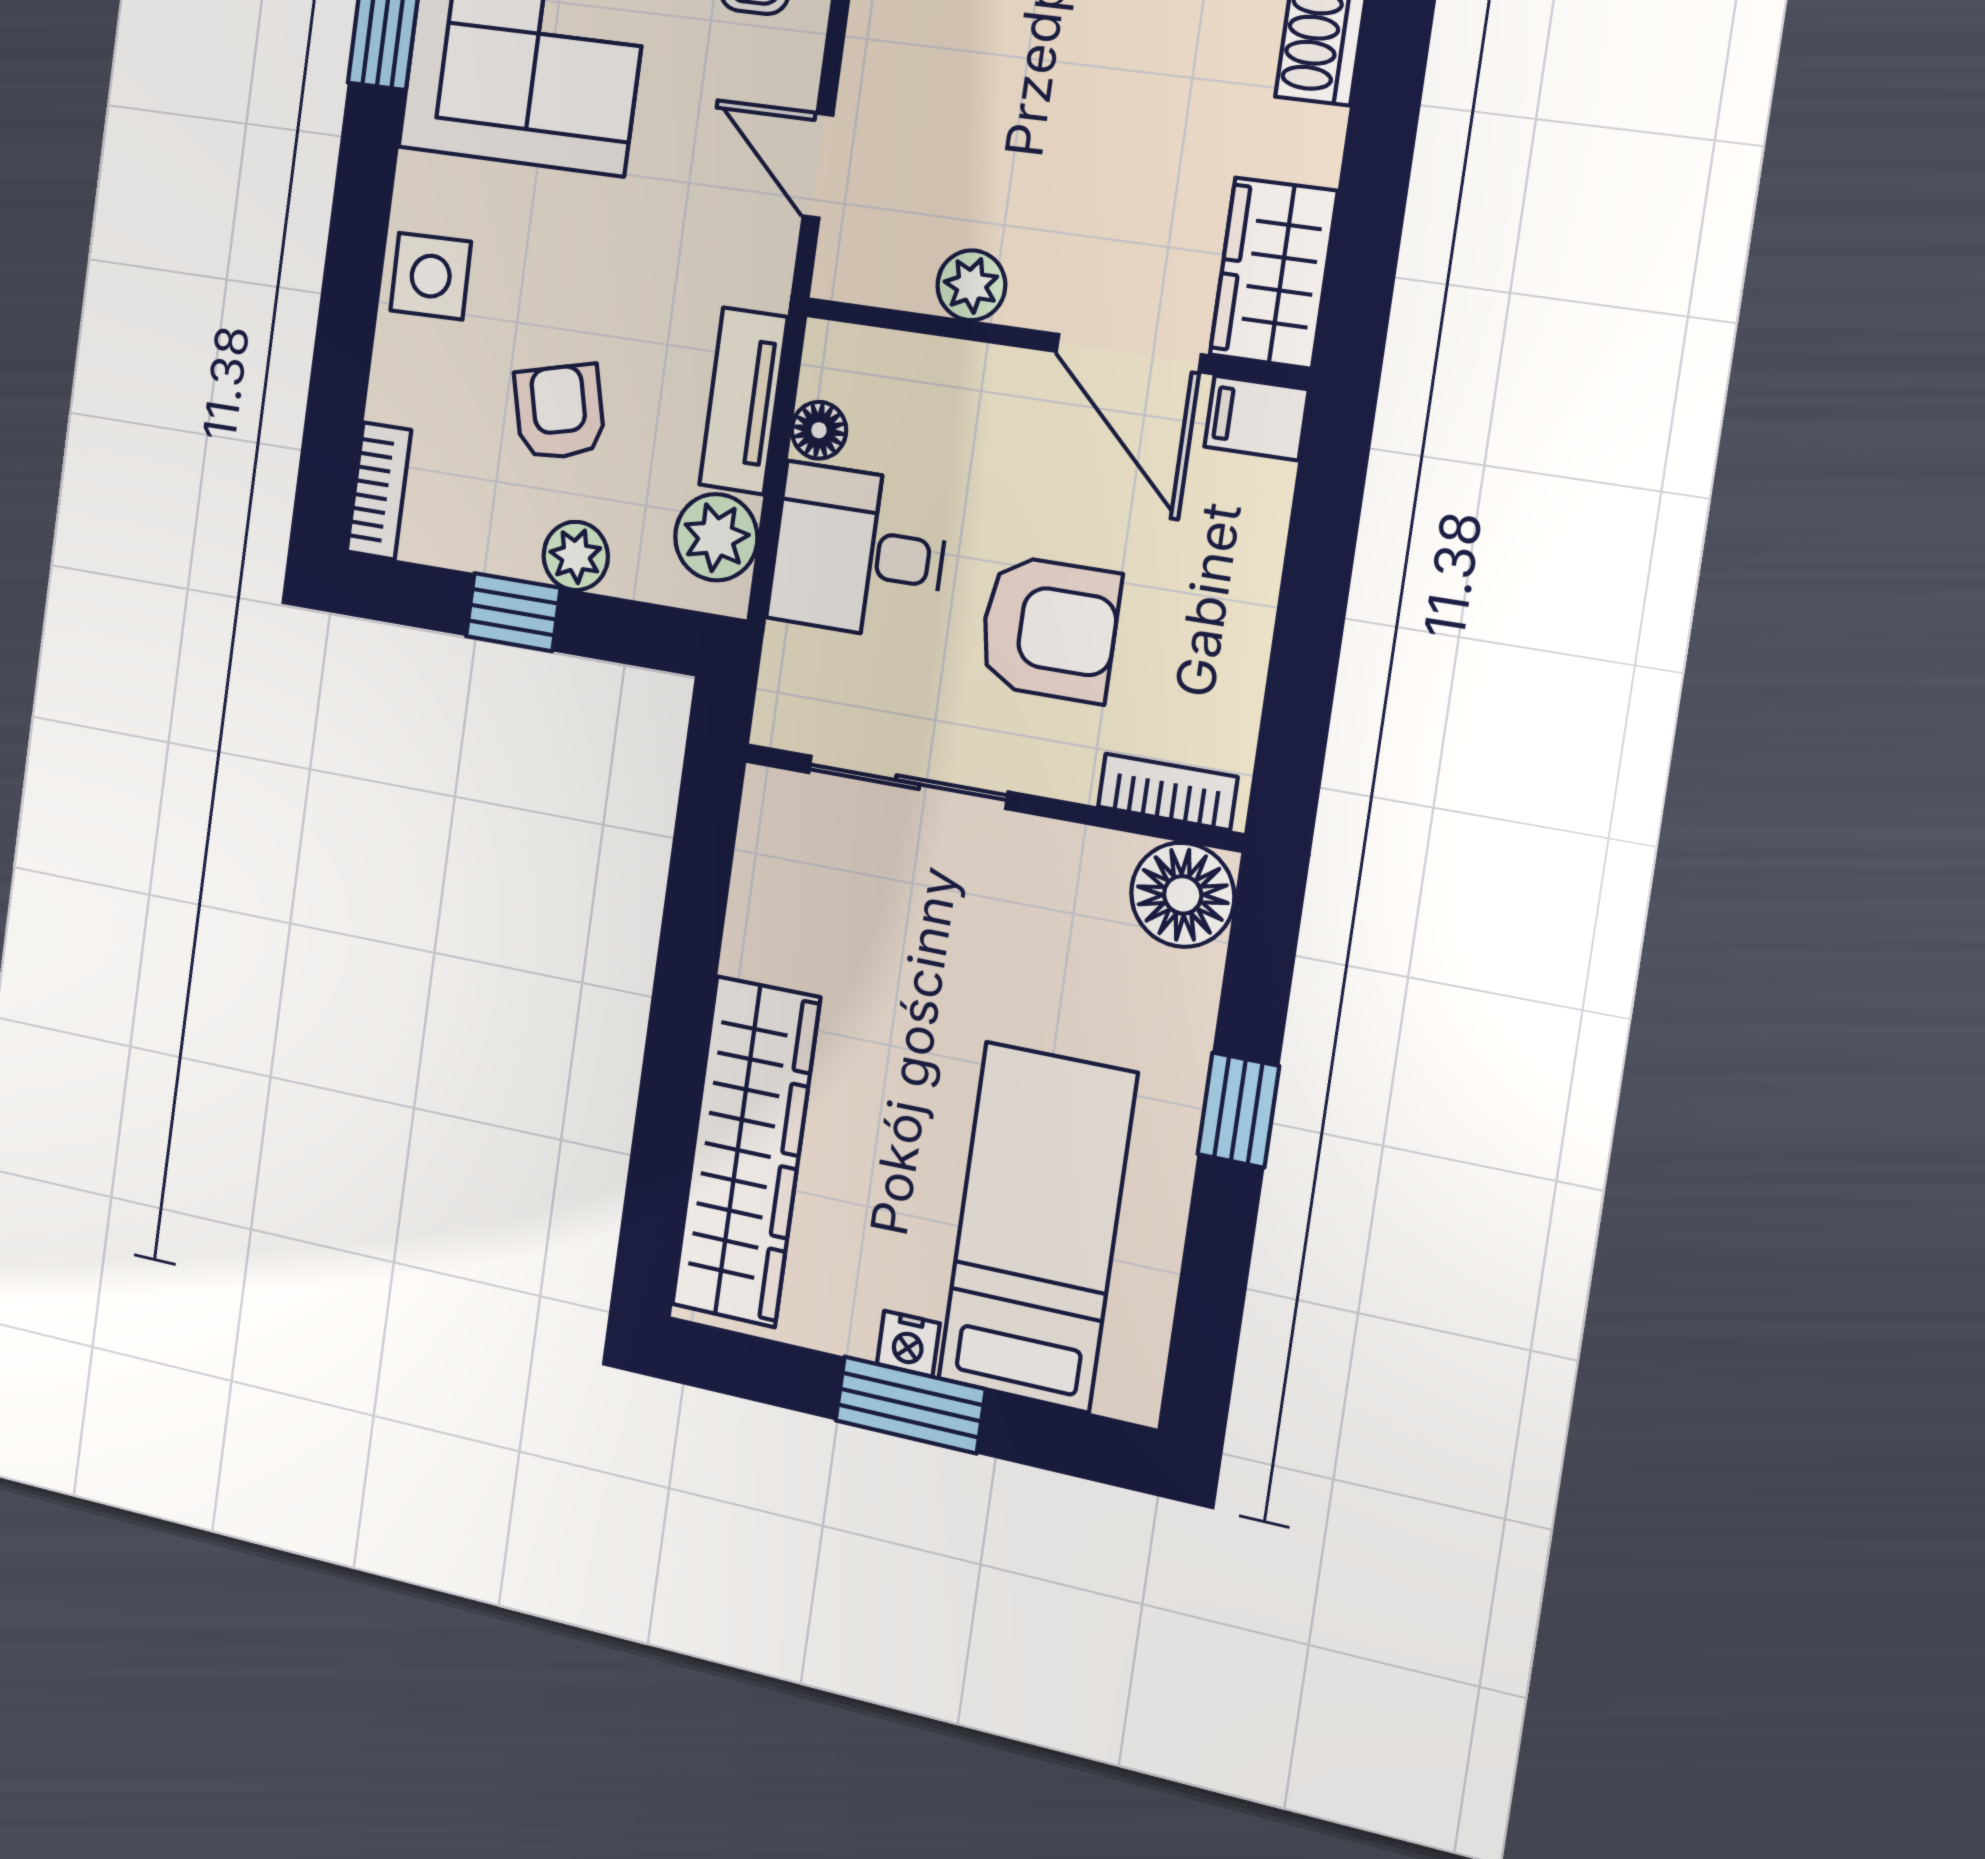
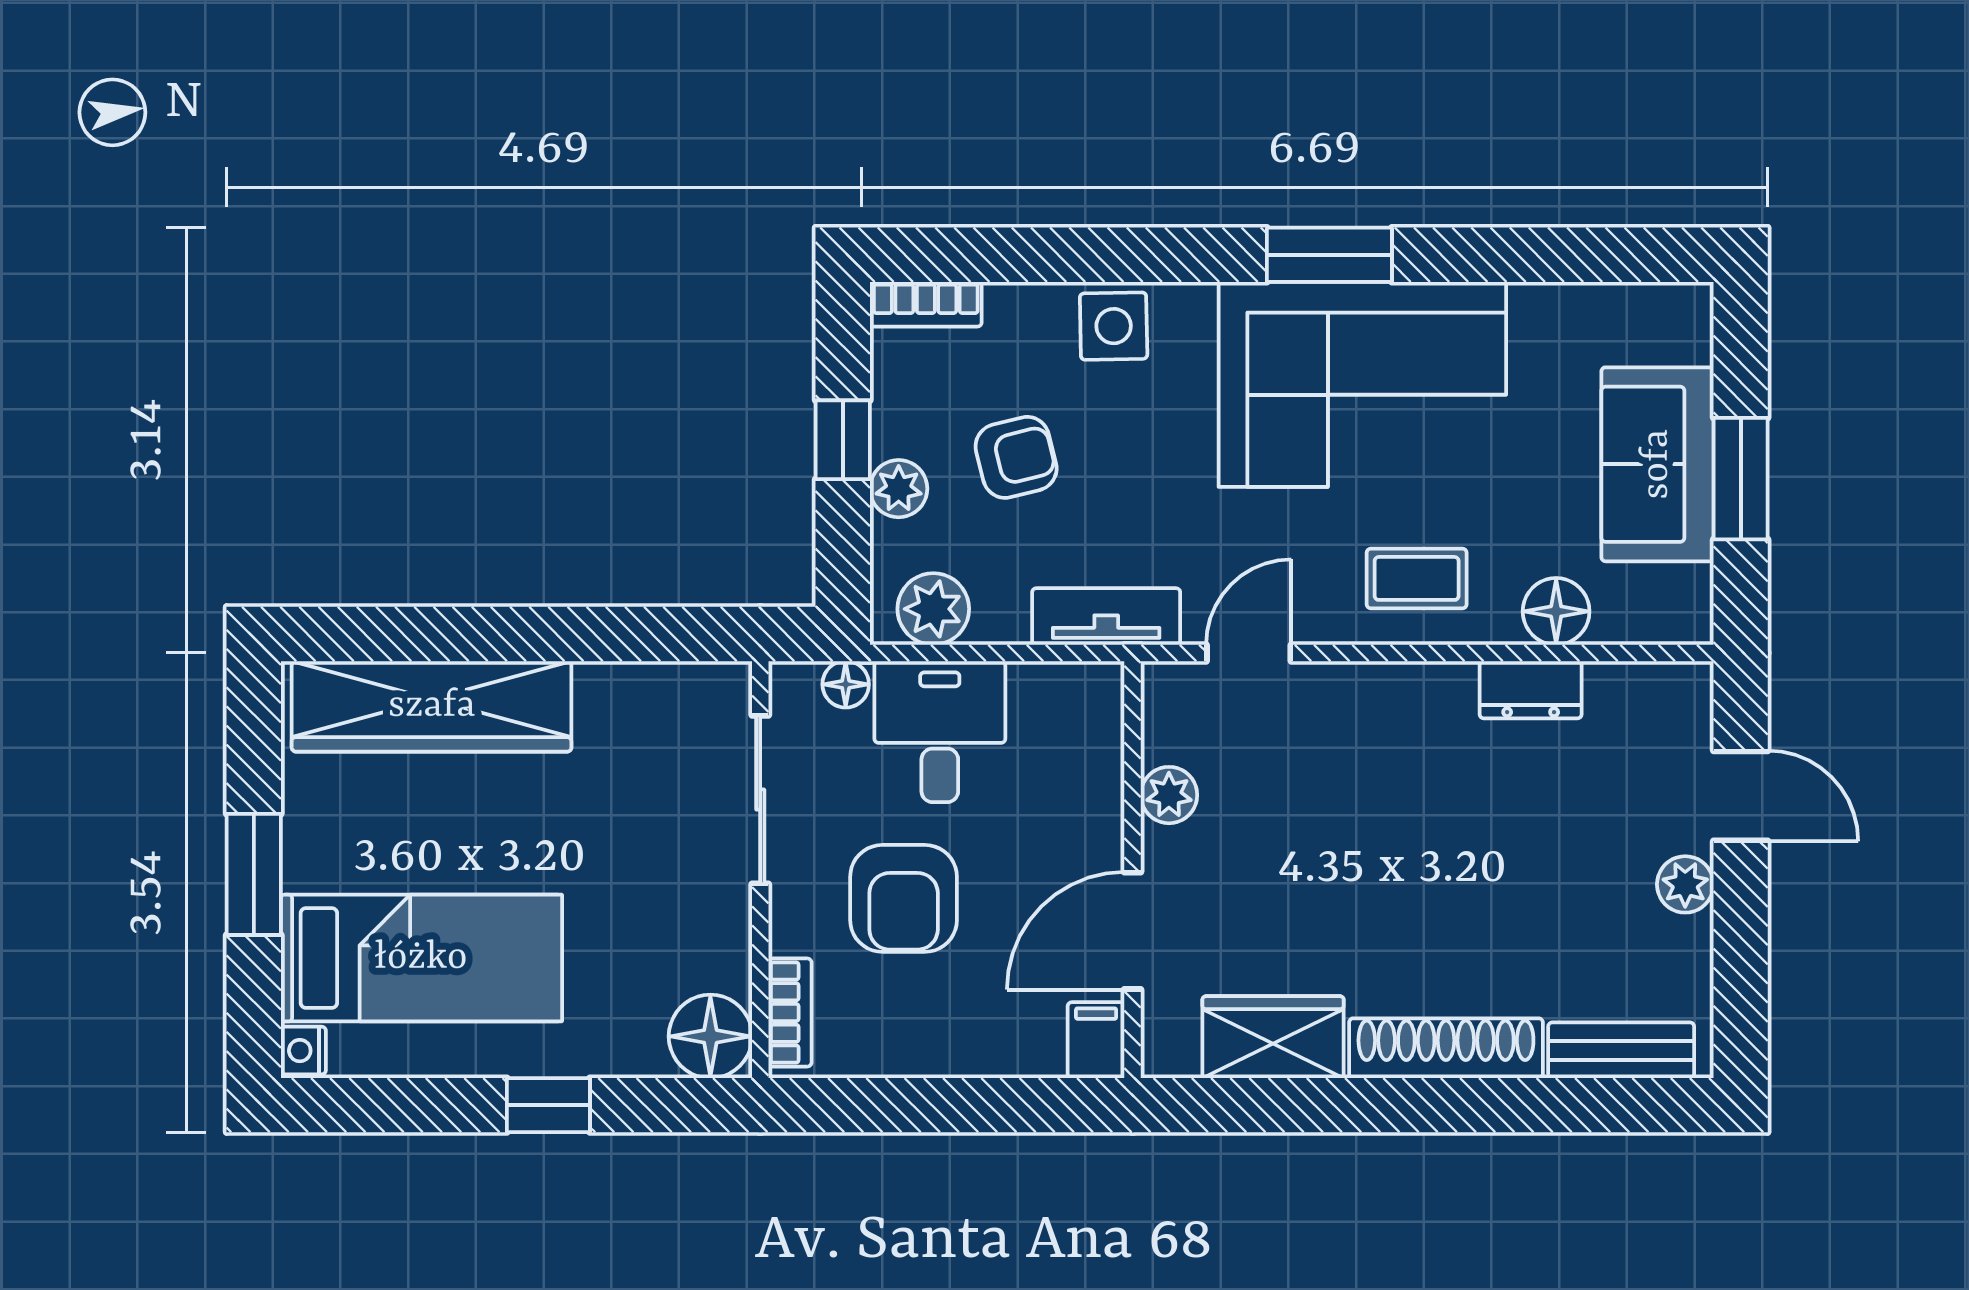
wardrobe: (1273, 273) -> (1273, 1037), moved
tv unit: (743, 401) -> (1106, 616), moved
floor lamp: (819, 430) -> (846, 684), moved
nightstand: (908, 1344) -> (303, 1051), moved

